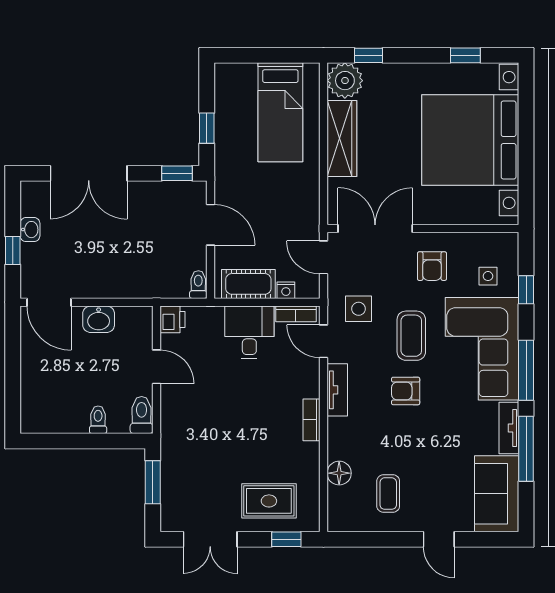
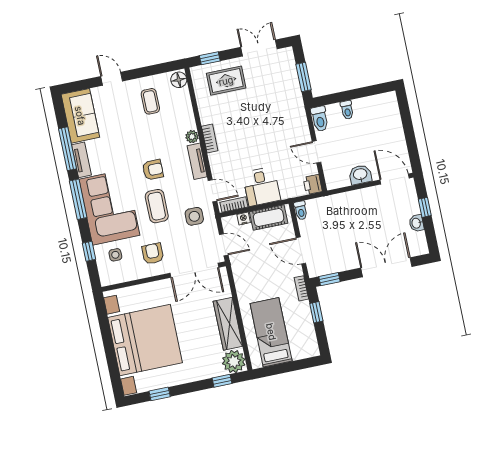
bookcase: (222, 168) -> (301, 288), added
plant: (337, 428) -> (192, 137), added
floor lamp: (339, 473) -> (179, 80), moved

